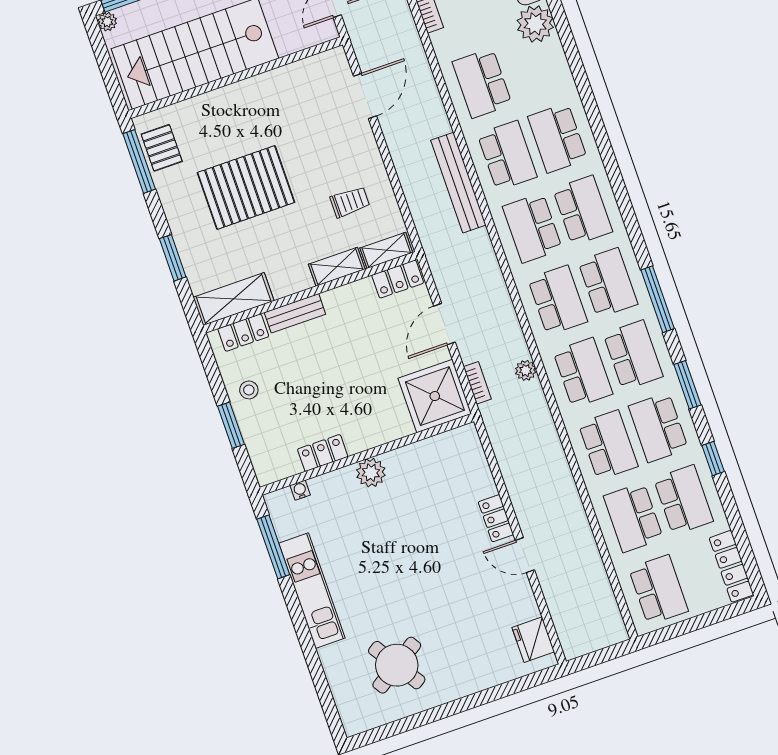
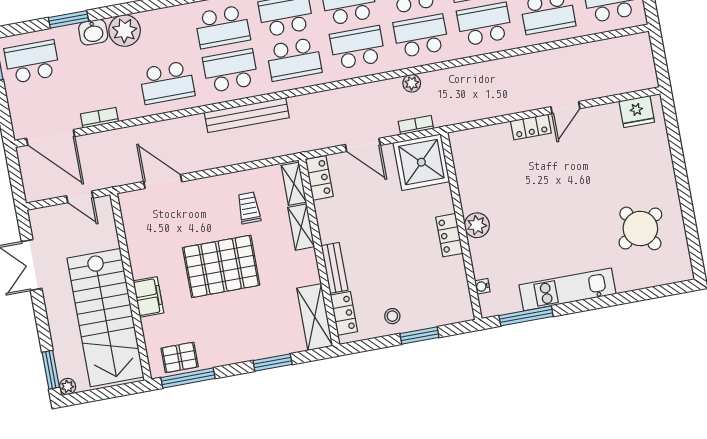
filing cabinet: (227, 100) -> (148, 297), added
pallet: (246, 187) -> (221, 266), moved, turned 90
locker: (323, 453) -> (449, 235), moved

